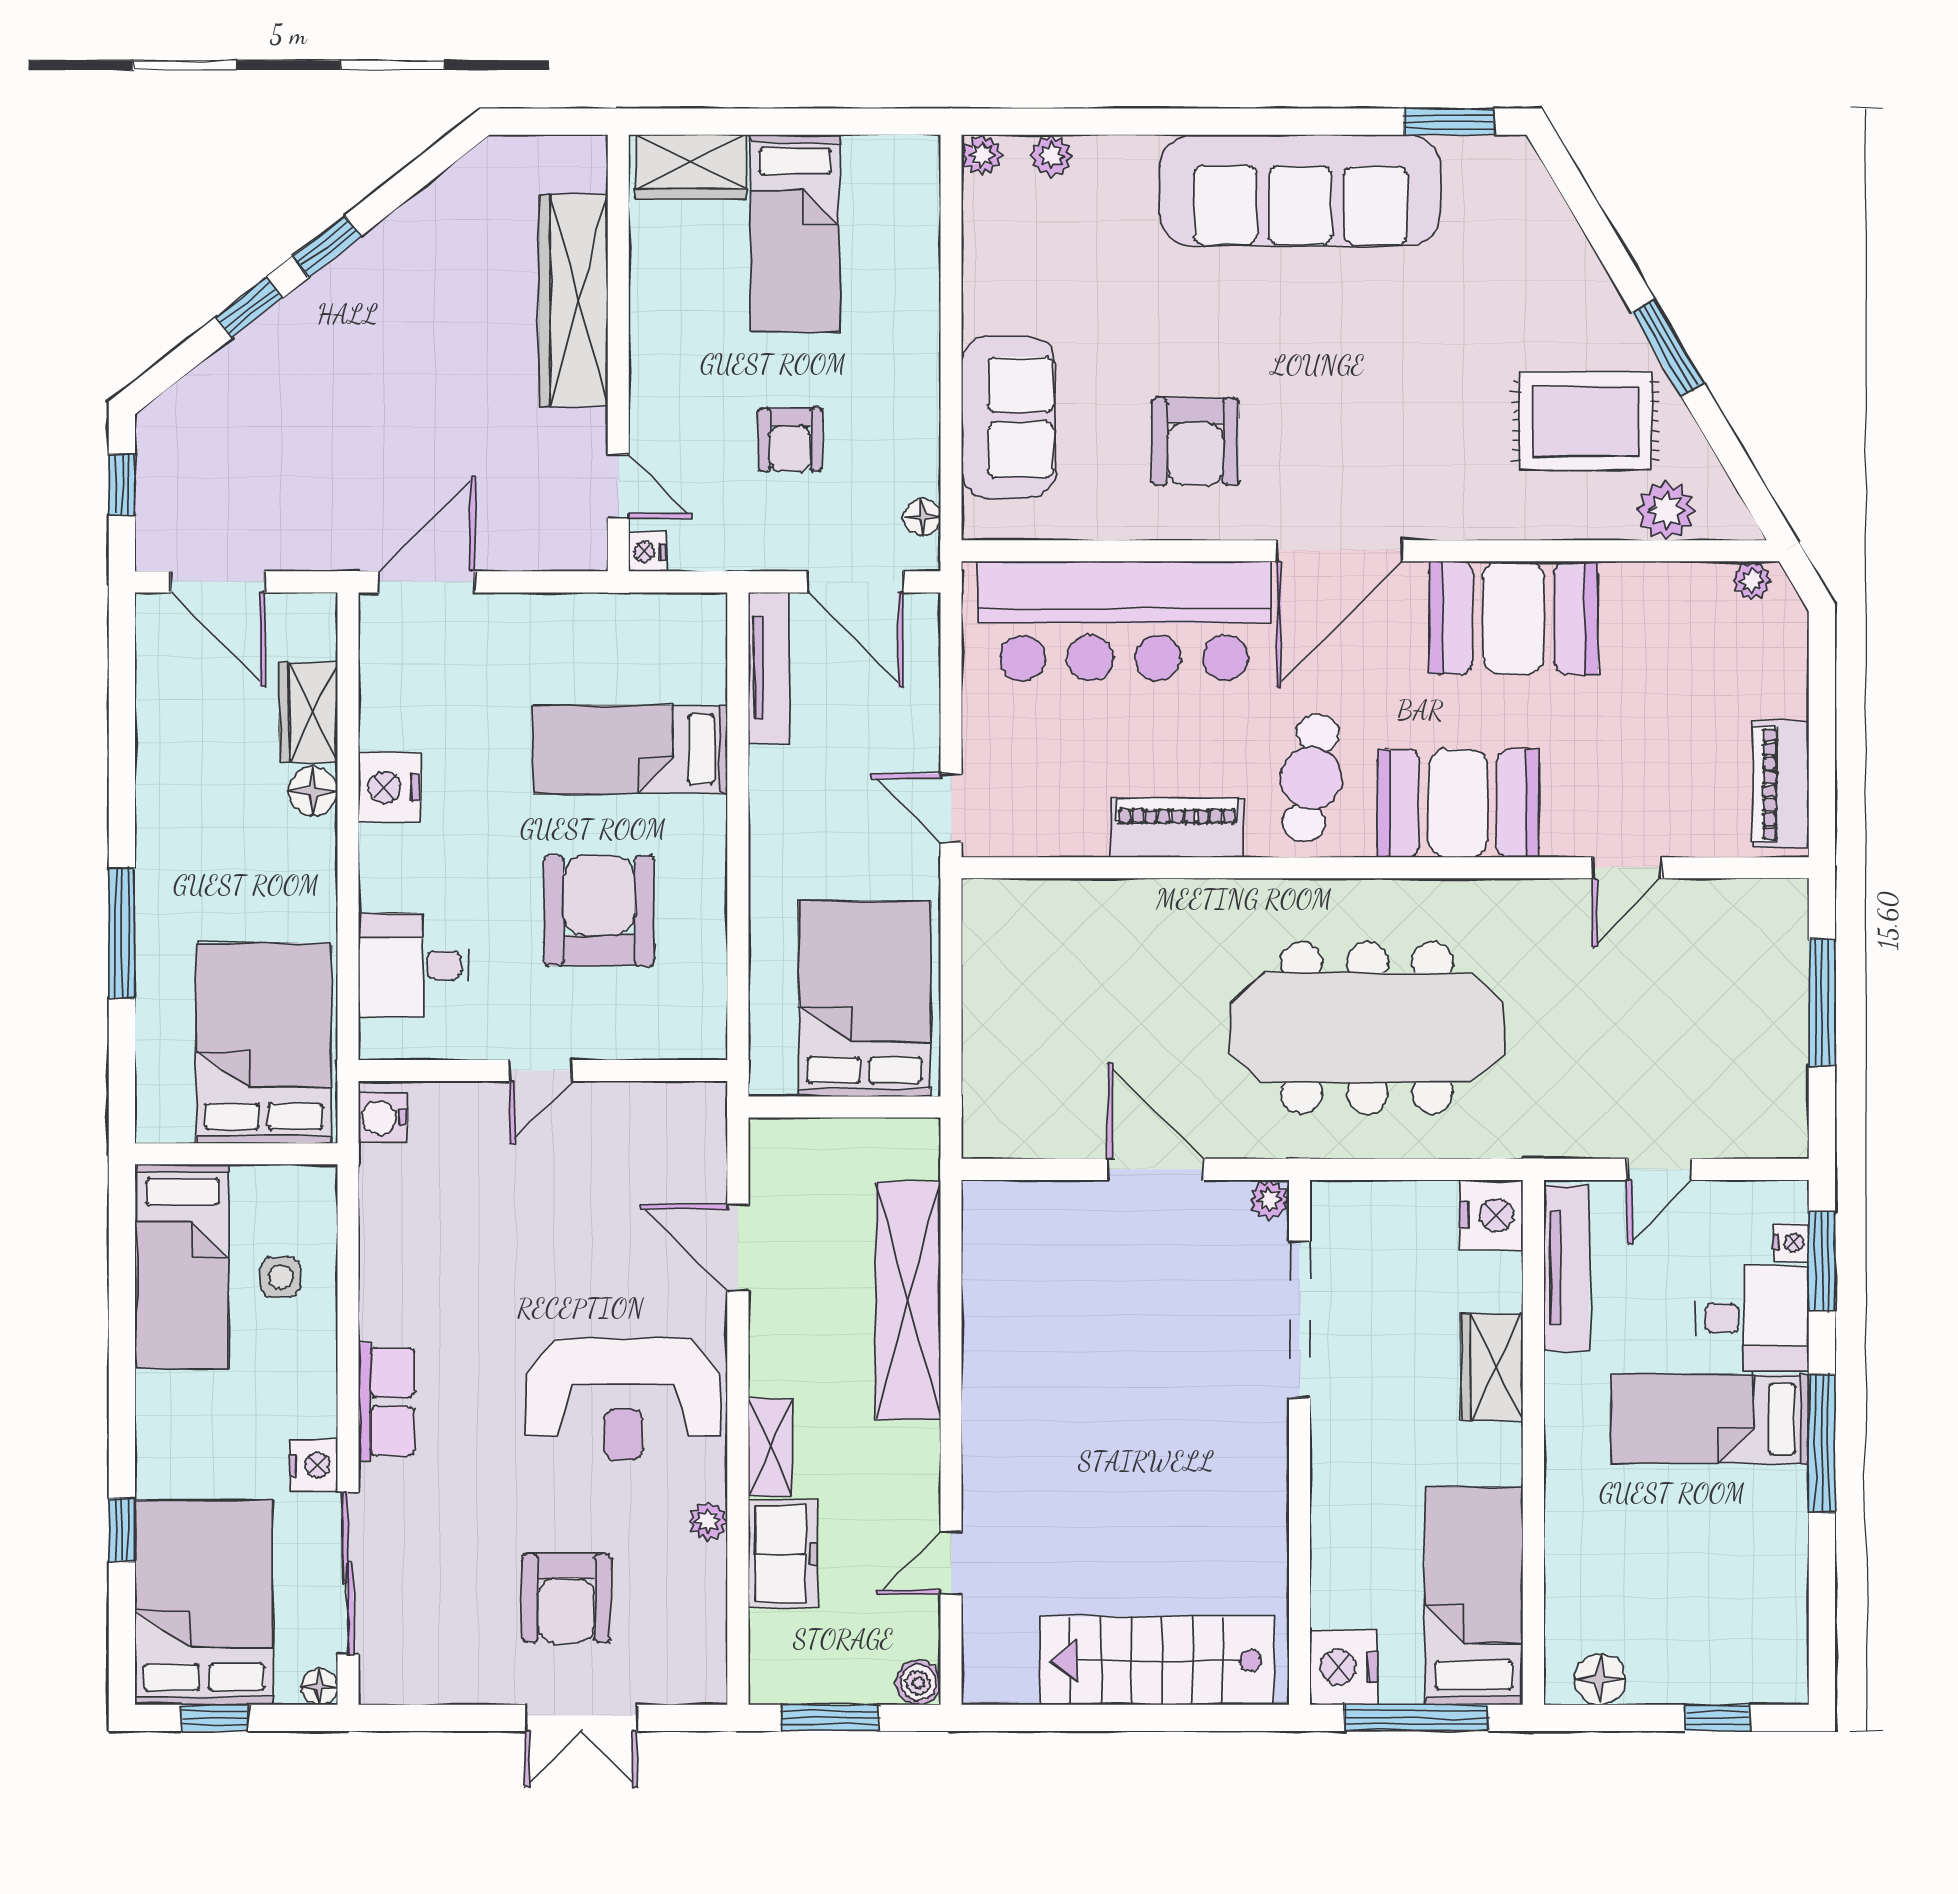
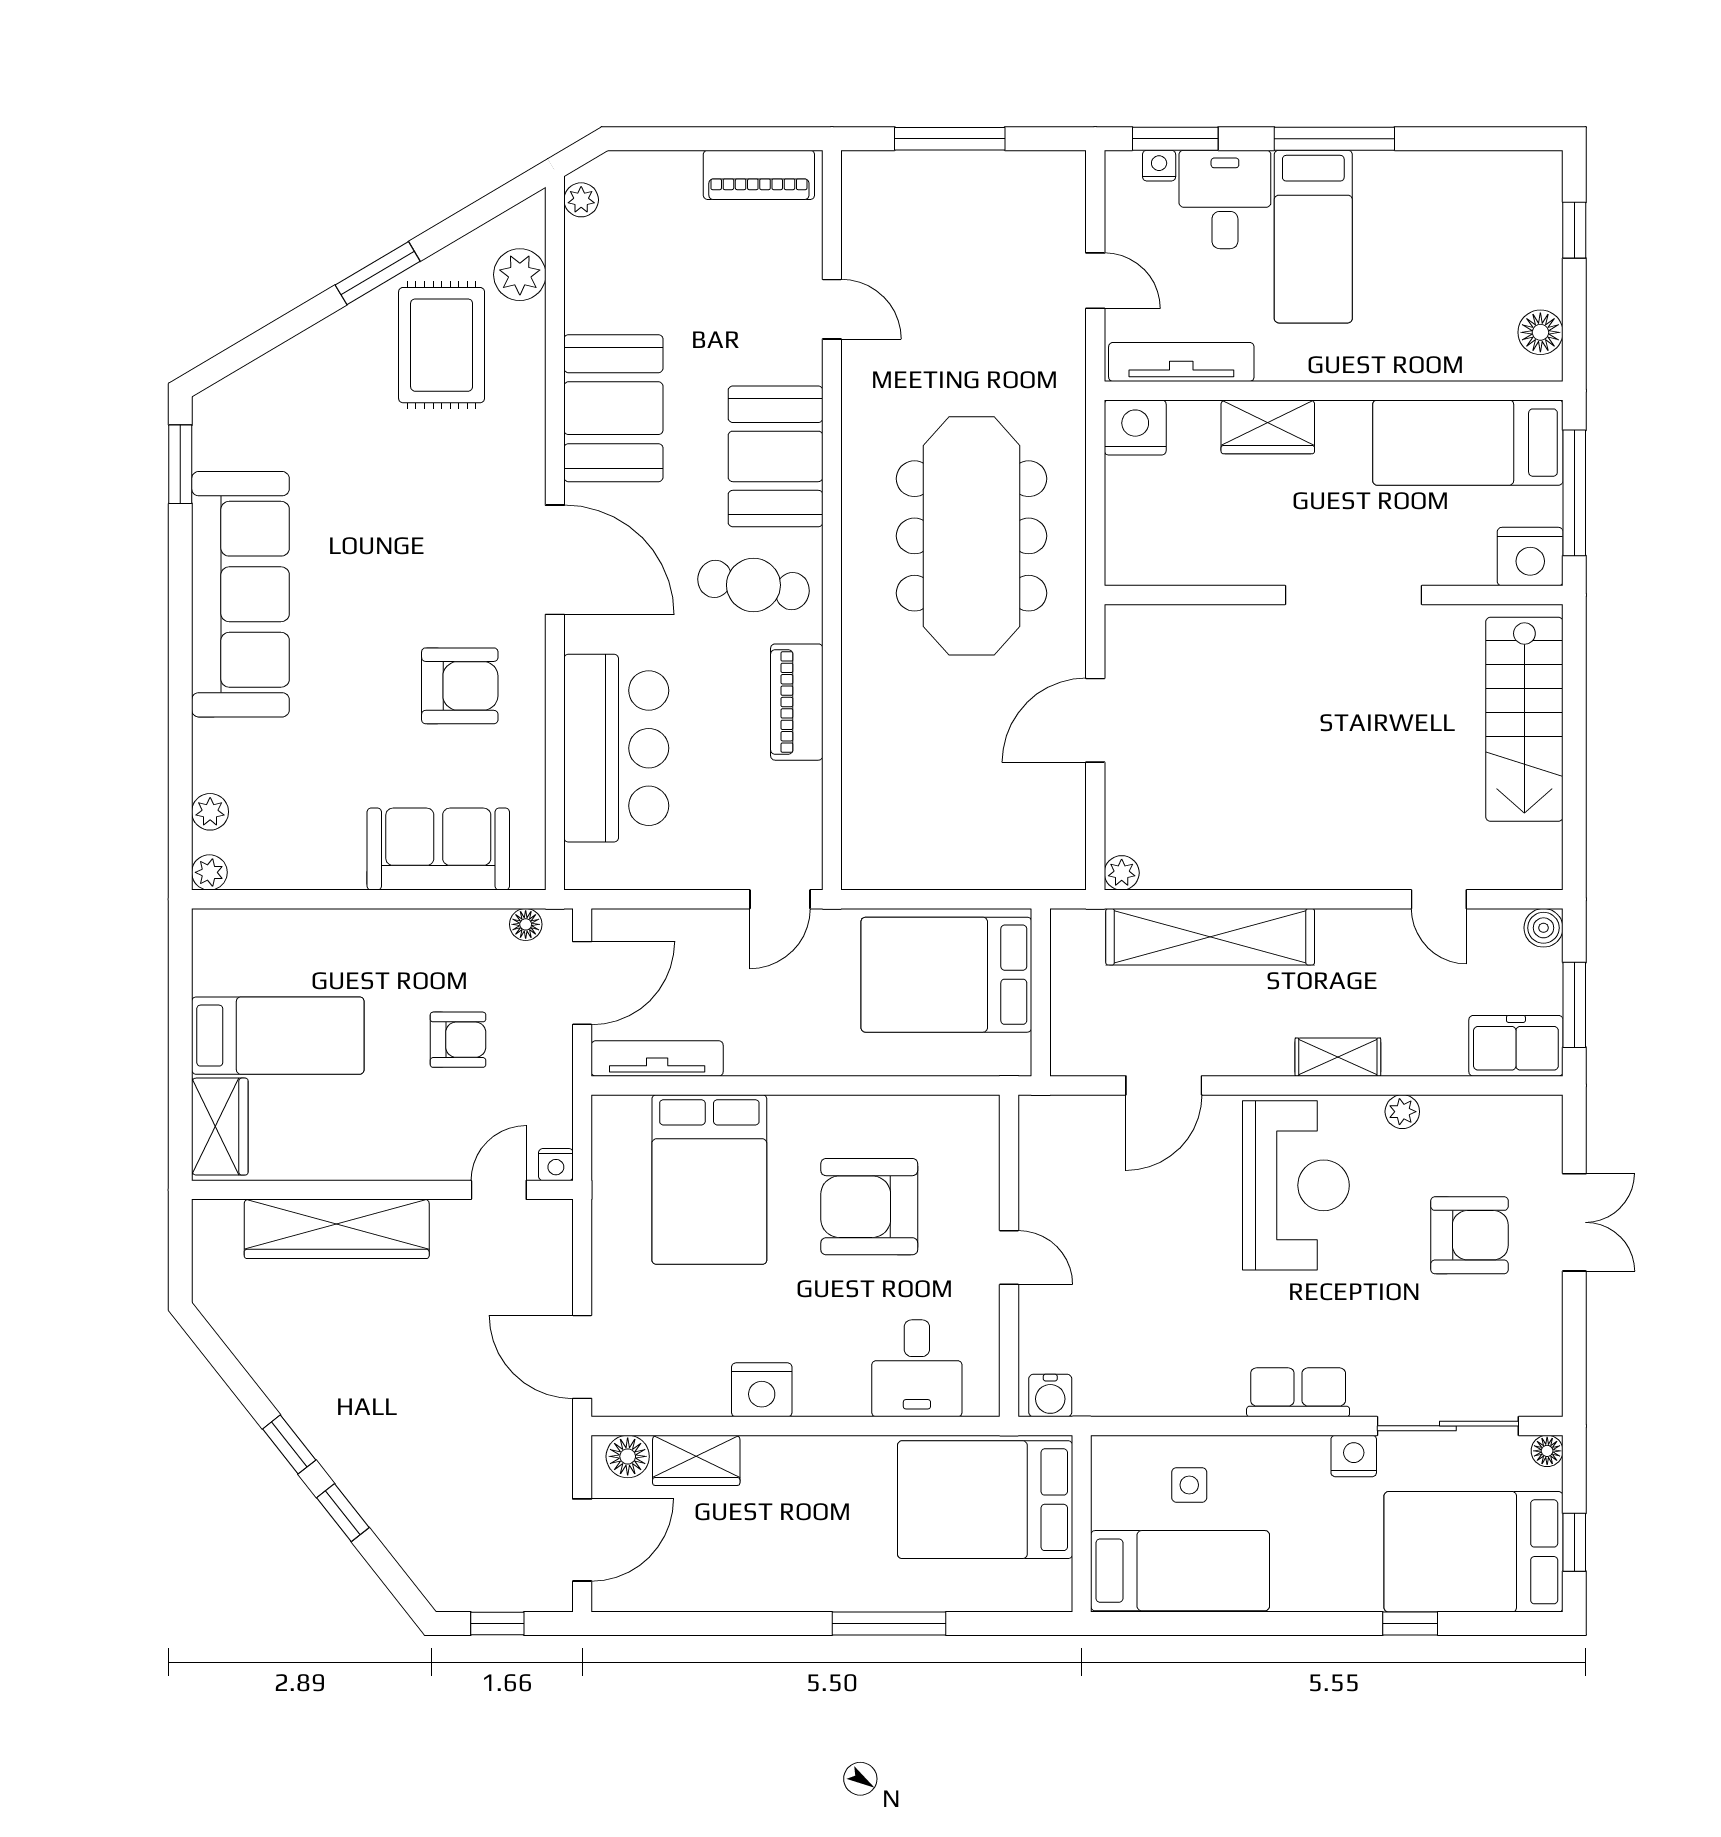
bar counter: (1124, 621) -> (616, 748), width x0.73
bed: (630, 749) -> (709, 1179), width x1.50
floor lamp: (313, 791) -> (628, 1456), moved
plant: (1269, 1200) -> (1122, 873), moved
doorway: (1299, 1320) -> (1354, 595), moved
freezer: (783, 1554) -> (1516, 1046), moved

